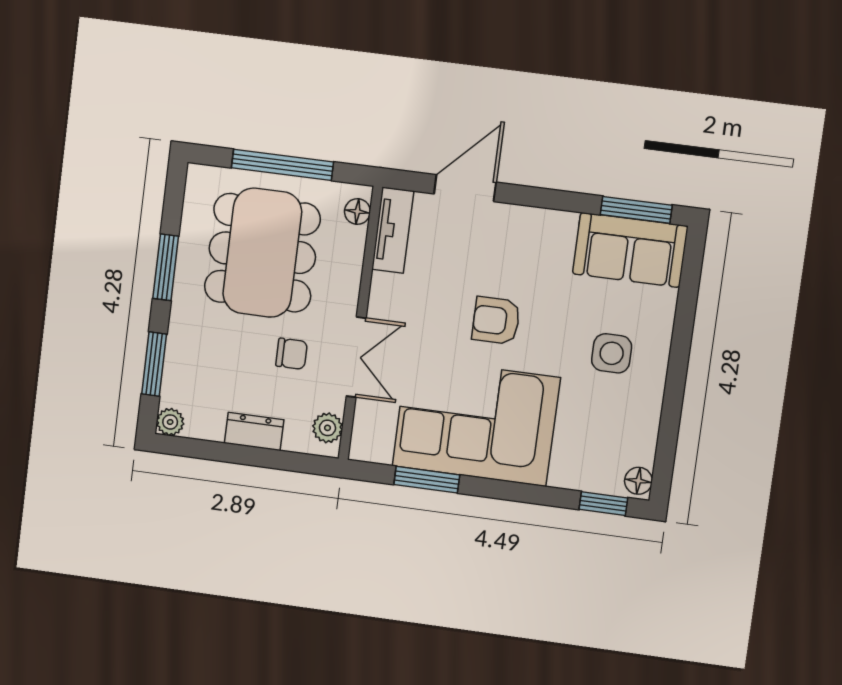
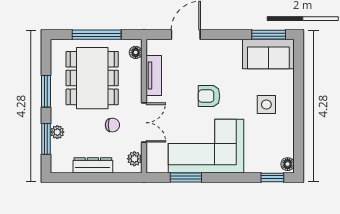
tv unit: (393, 230) -> (154, 75), moved
plant: (170, 422) -> (57, 132), moved
dresser: (254, 431) -> (93, 165), width x1.44

